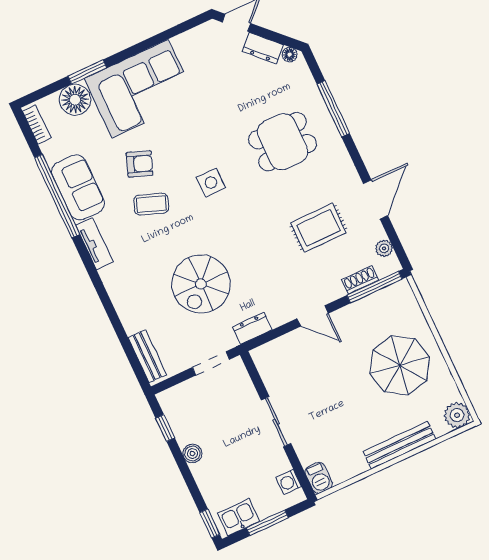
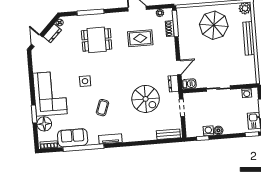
dining table: (282, 142) -> (97, 40), turned 90
armchair: (140, 164) -> (83, 106), removed
side table: (211, 183) -> (85, 81), moved
sofa: (78, 187) -> (73, 138), moved
rug: (318, 228) -> (140, 38), turned 90
door: (313, 316) -> (179, 67), moved
washing machine: (184, 434) -> (208, 131), added
barbecue: (319, 478) -> (189, 84), moved

